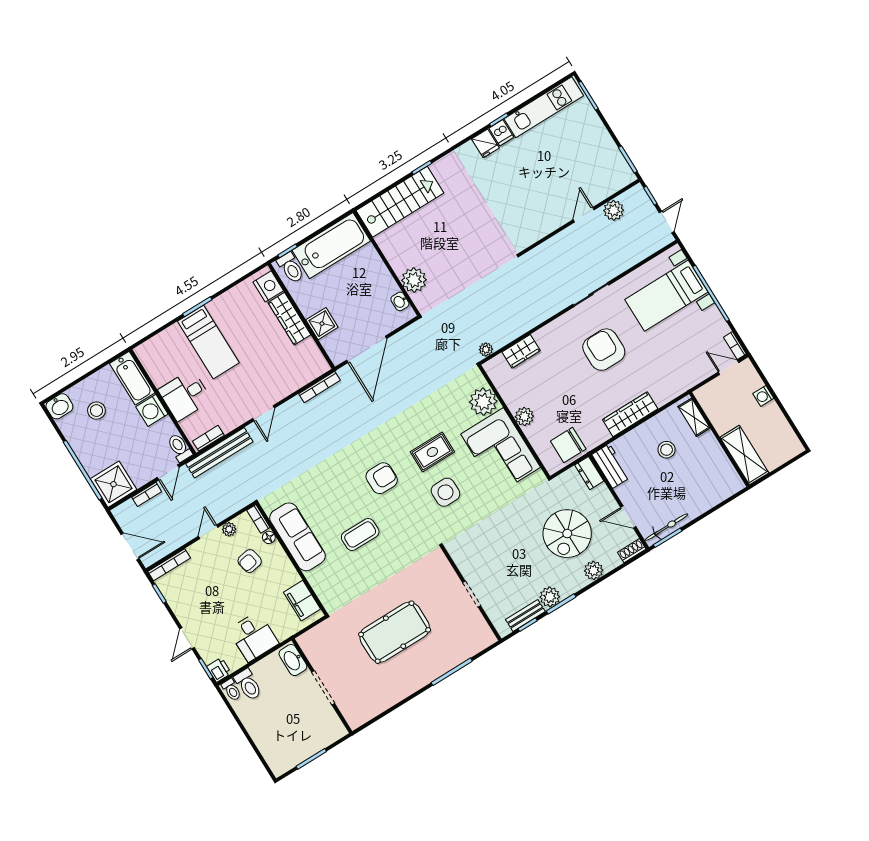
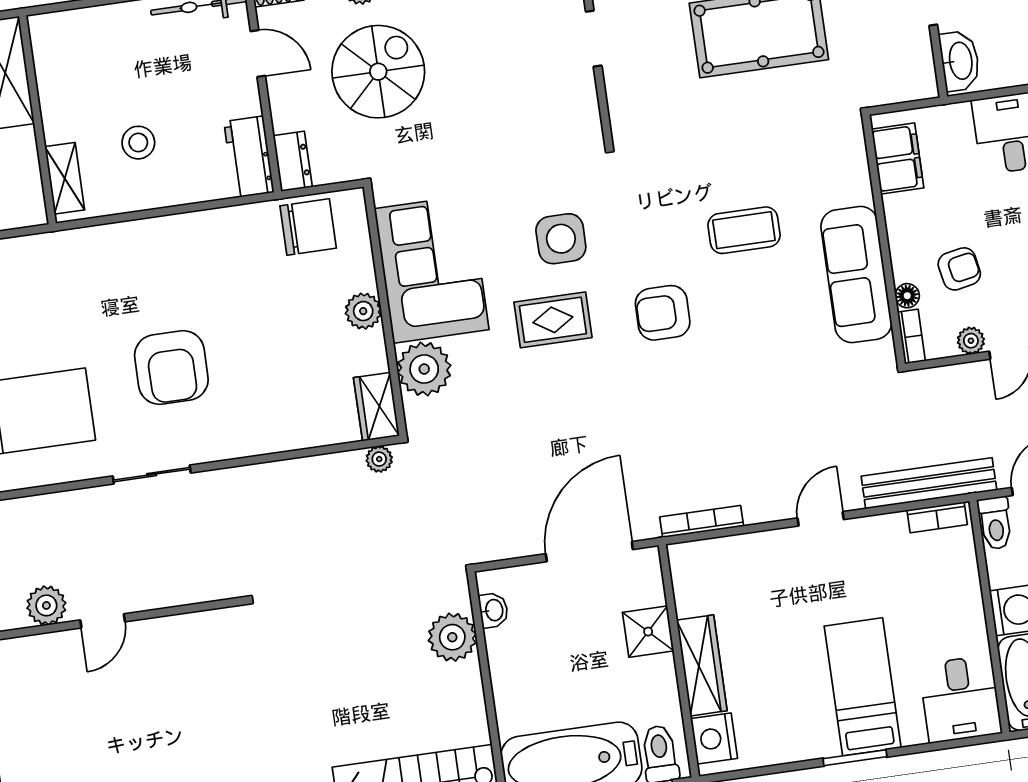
wardrobe: (521, 351) -> (376, 407), moved, turned -90
desk: (185, 395) -> (960, 699), moved, turned 90
wardrobe: (630, 414) -> (175, 233), removed

